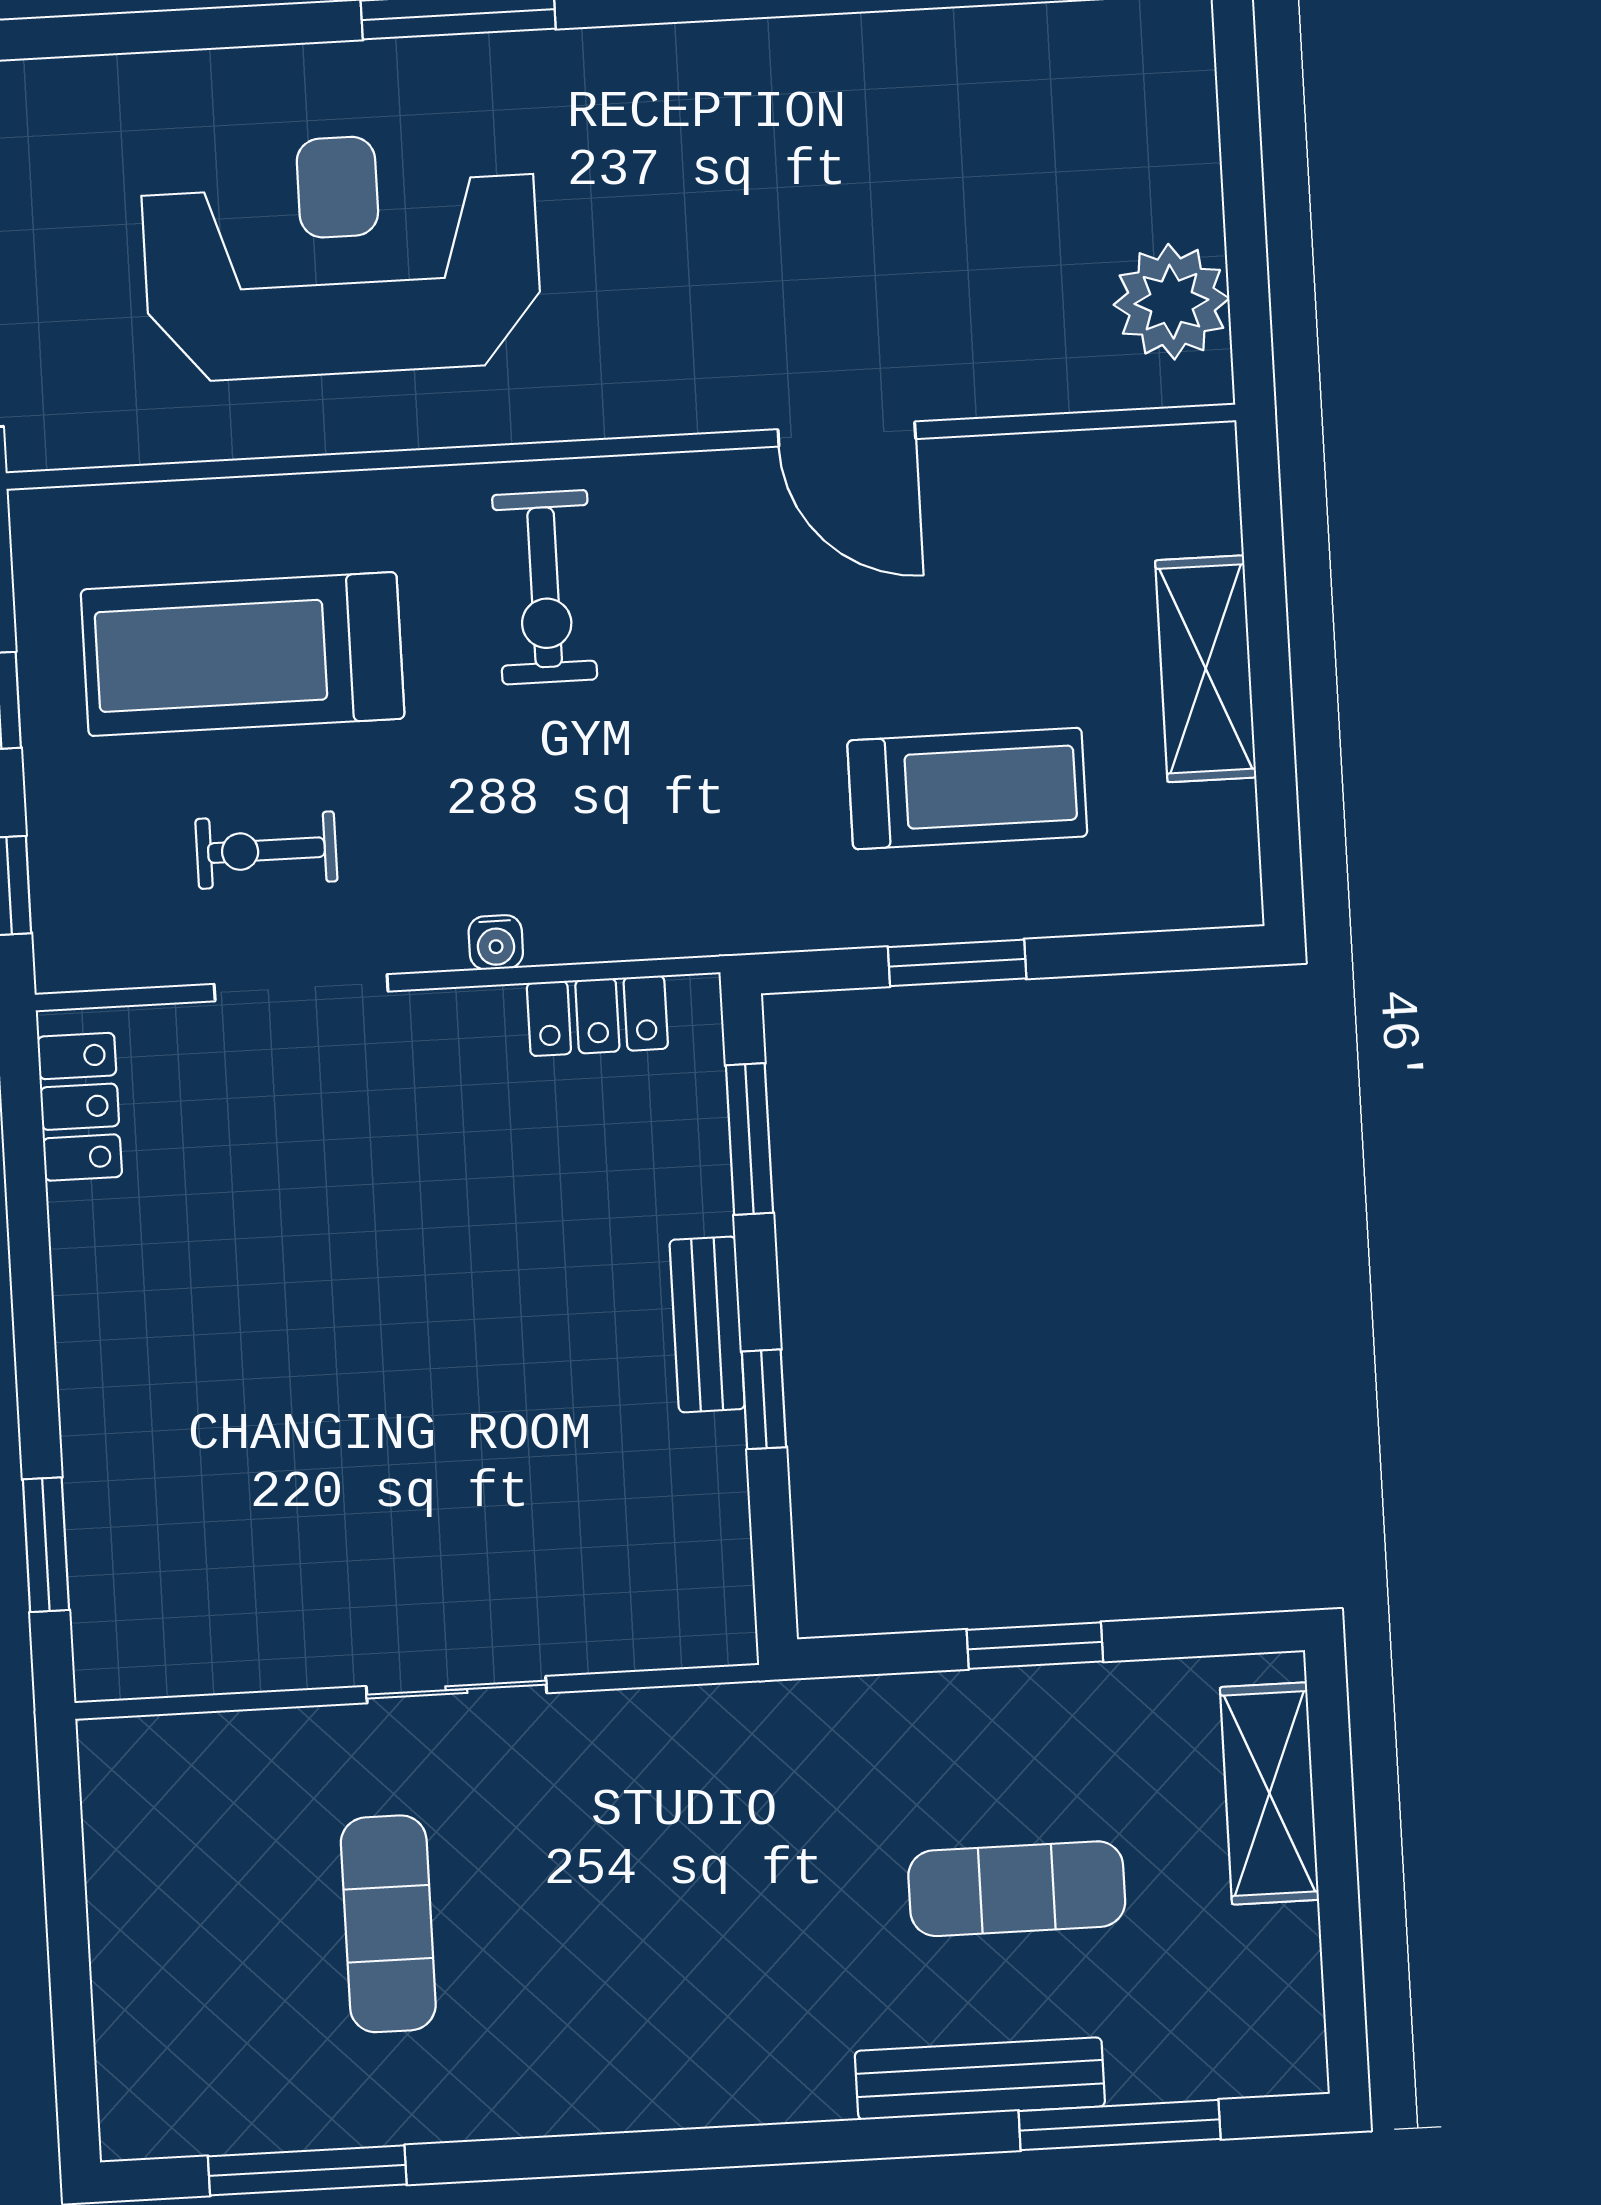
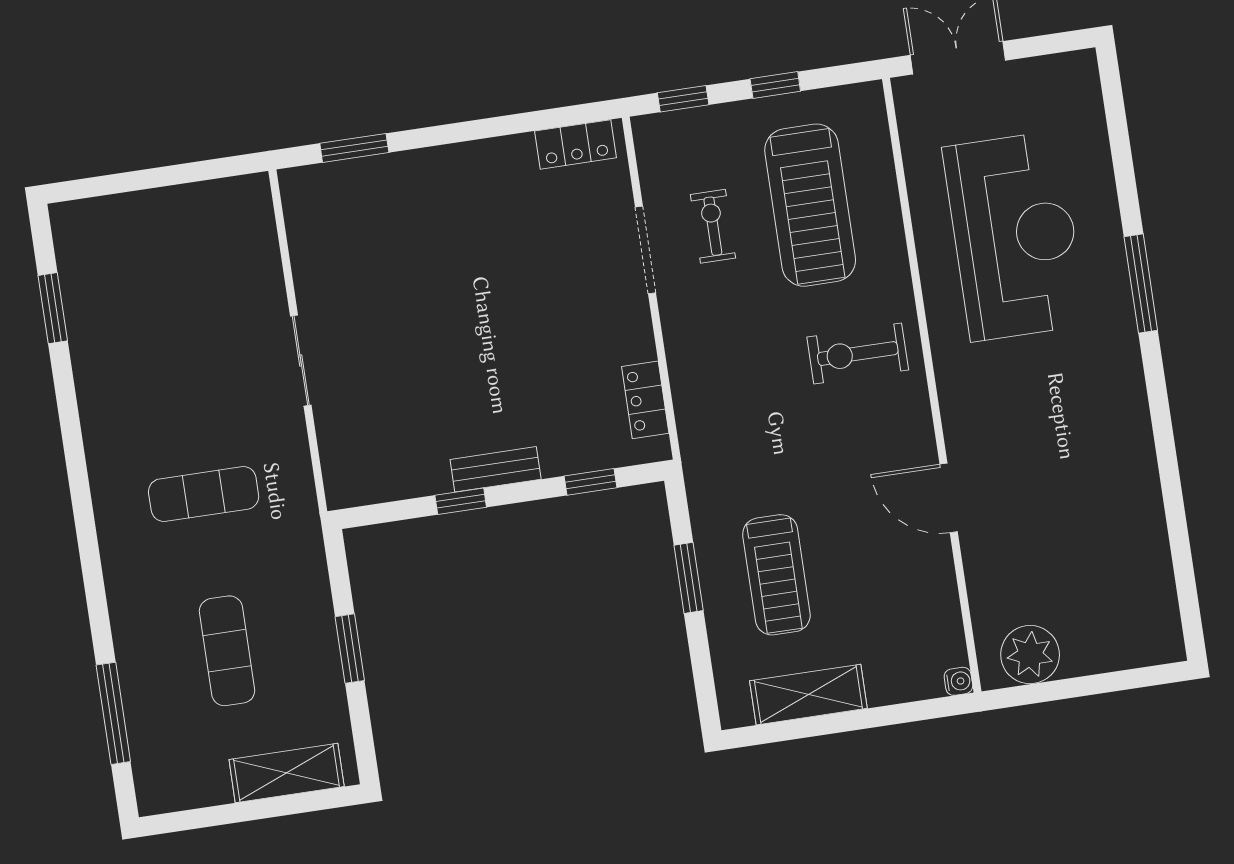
door: (847, 434) -> (949, 498), hinge flipped
treadmill: (243, 654) -> (810, 205), turned 180
shelving: (1206, 669) -> (808, 695), moved
water cooler: (496, 942) -> (958, 681), moved, turned 180
window: (749, 1139) -> (591, 482), width x0.67
exercise mat: (388, 1924) -> (204, 494), moved
bench: (980, 2079) -> (130, 641), removed
window: (307, 2170) -> (53, 308), width x0.69

